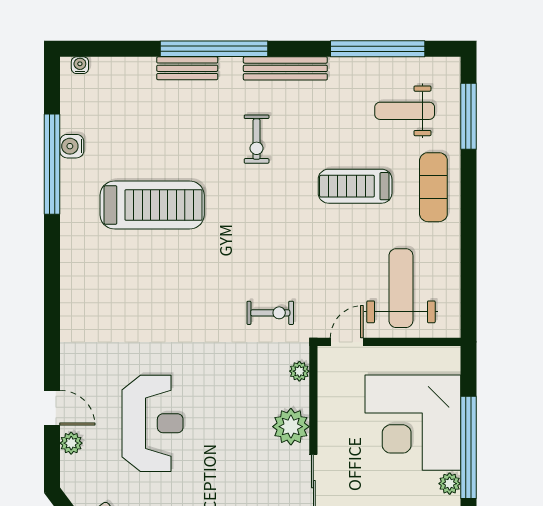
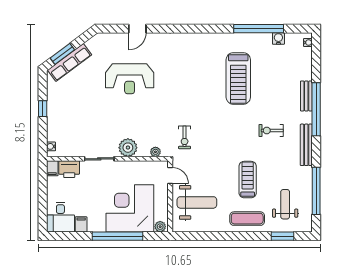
window: (469, 116) -> (282, 236), width x0.69
water cooler: (72, 146) -> (278, 38), moved
plant: (71, 443) -> (120, 38), removed
plant: (450, 484) -> (160, 227), moved

